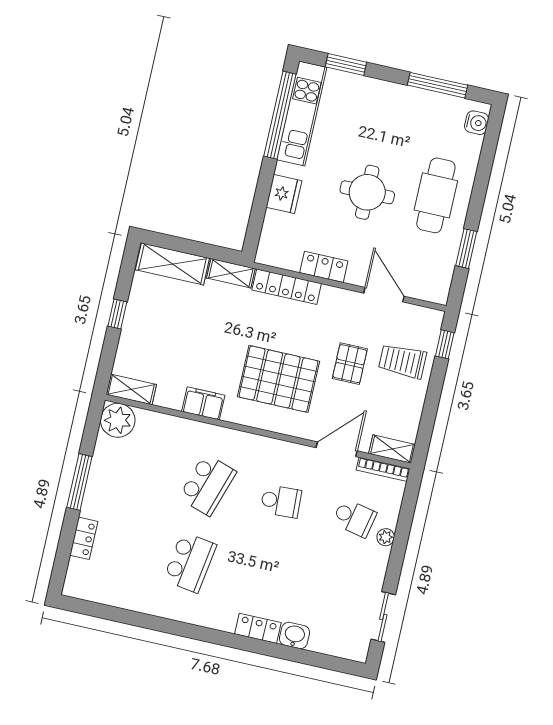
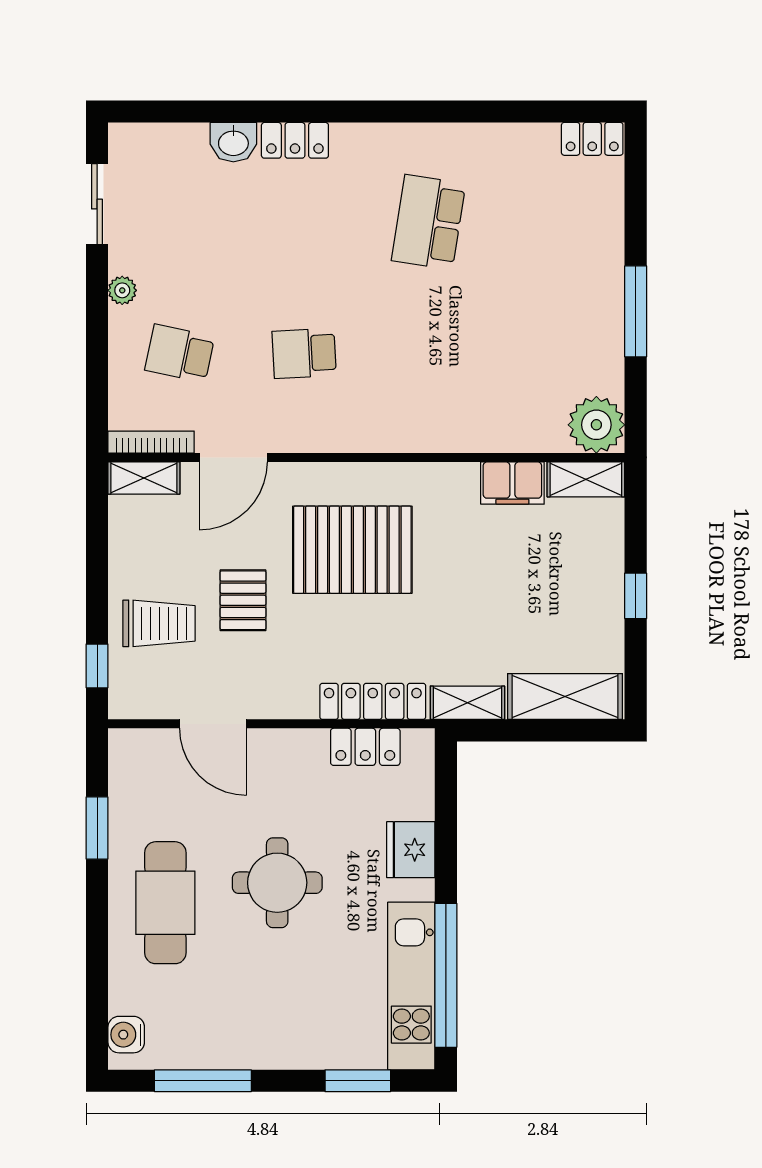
locker: (324, 267) -> (365, 747), moved
filing cabinet: (203, 403) -> (512, 483), moved
school desk: (207, 485) -> (429, 353), removed
plant: (386, 537) -> (122, 290), moved
locker: (84, 538) -> (592, 139), moved, turned -90

